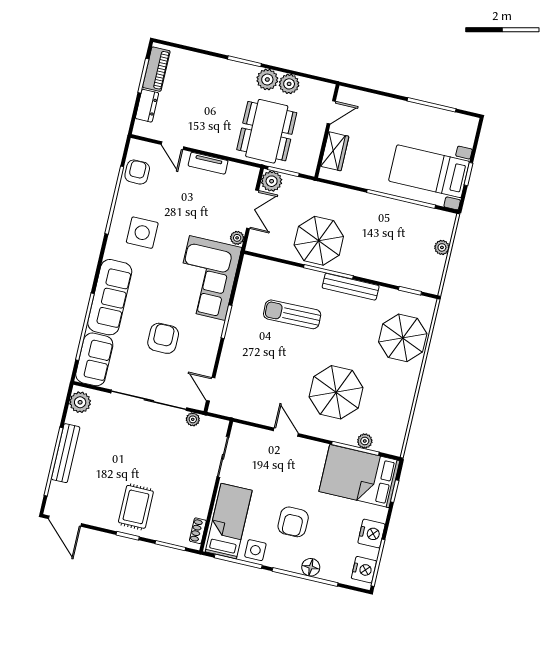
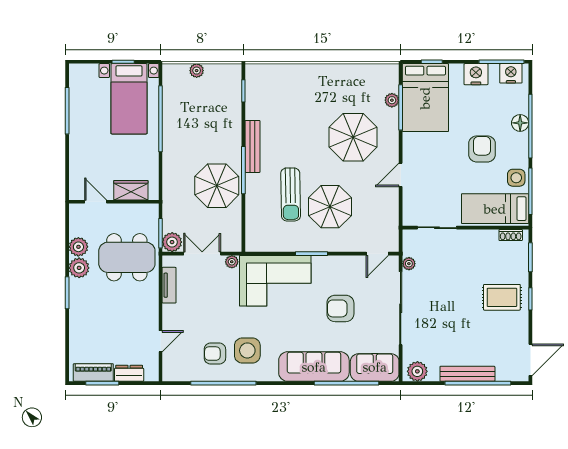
tv unit: (208, 163) -> (169, 285), moved
armchair: (137, 172) -> (215, 354), moved
parasol: (403, 338) -> (330, 207), moved
armchair: (293, 522) -> (482, 149), turned -90

